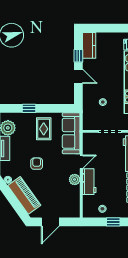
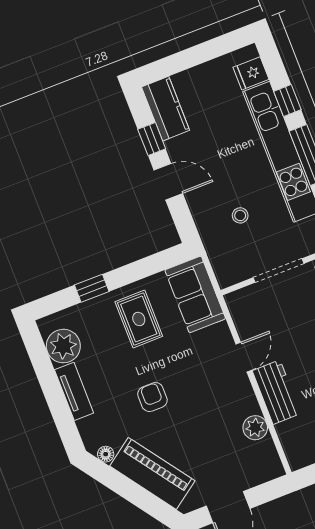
sofa: (71, 133) -> (195, 294), width x0.73
plant: (75, 179) -> (255, 428), moved

